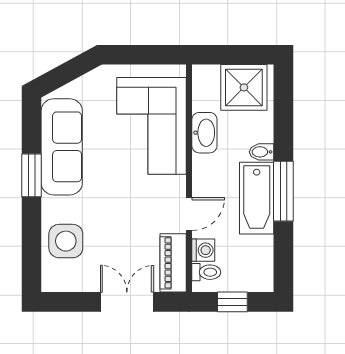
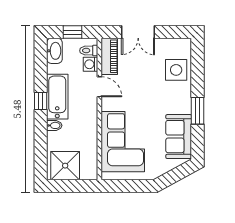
washbasin: (204, 133) -> (54, 51), moved, turned 180
sofa: (62, 147) -> (179, 137), width x0.73
window: (283, 191) -> (41, 101), width x0.46
door: (189, 214) -> (99, 87), swing flipped

